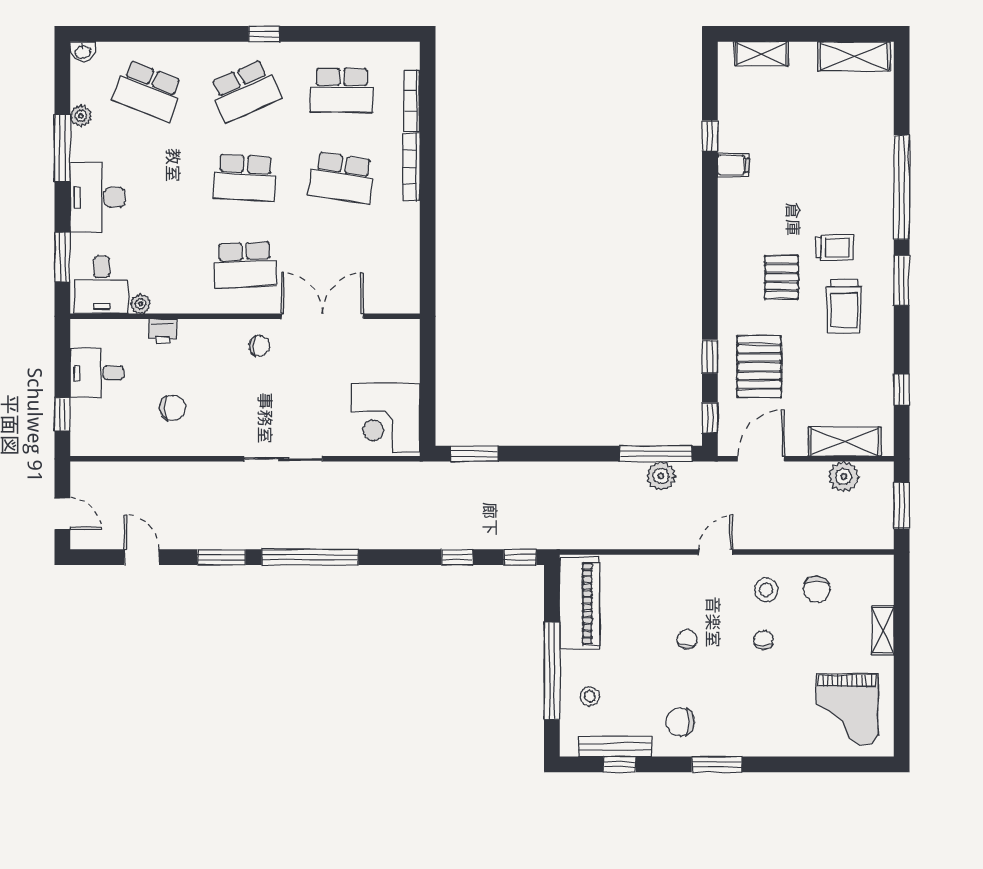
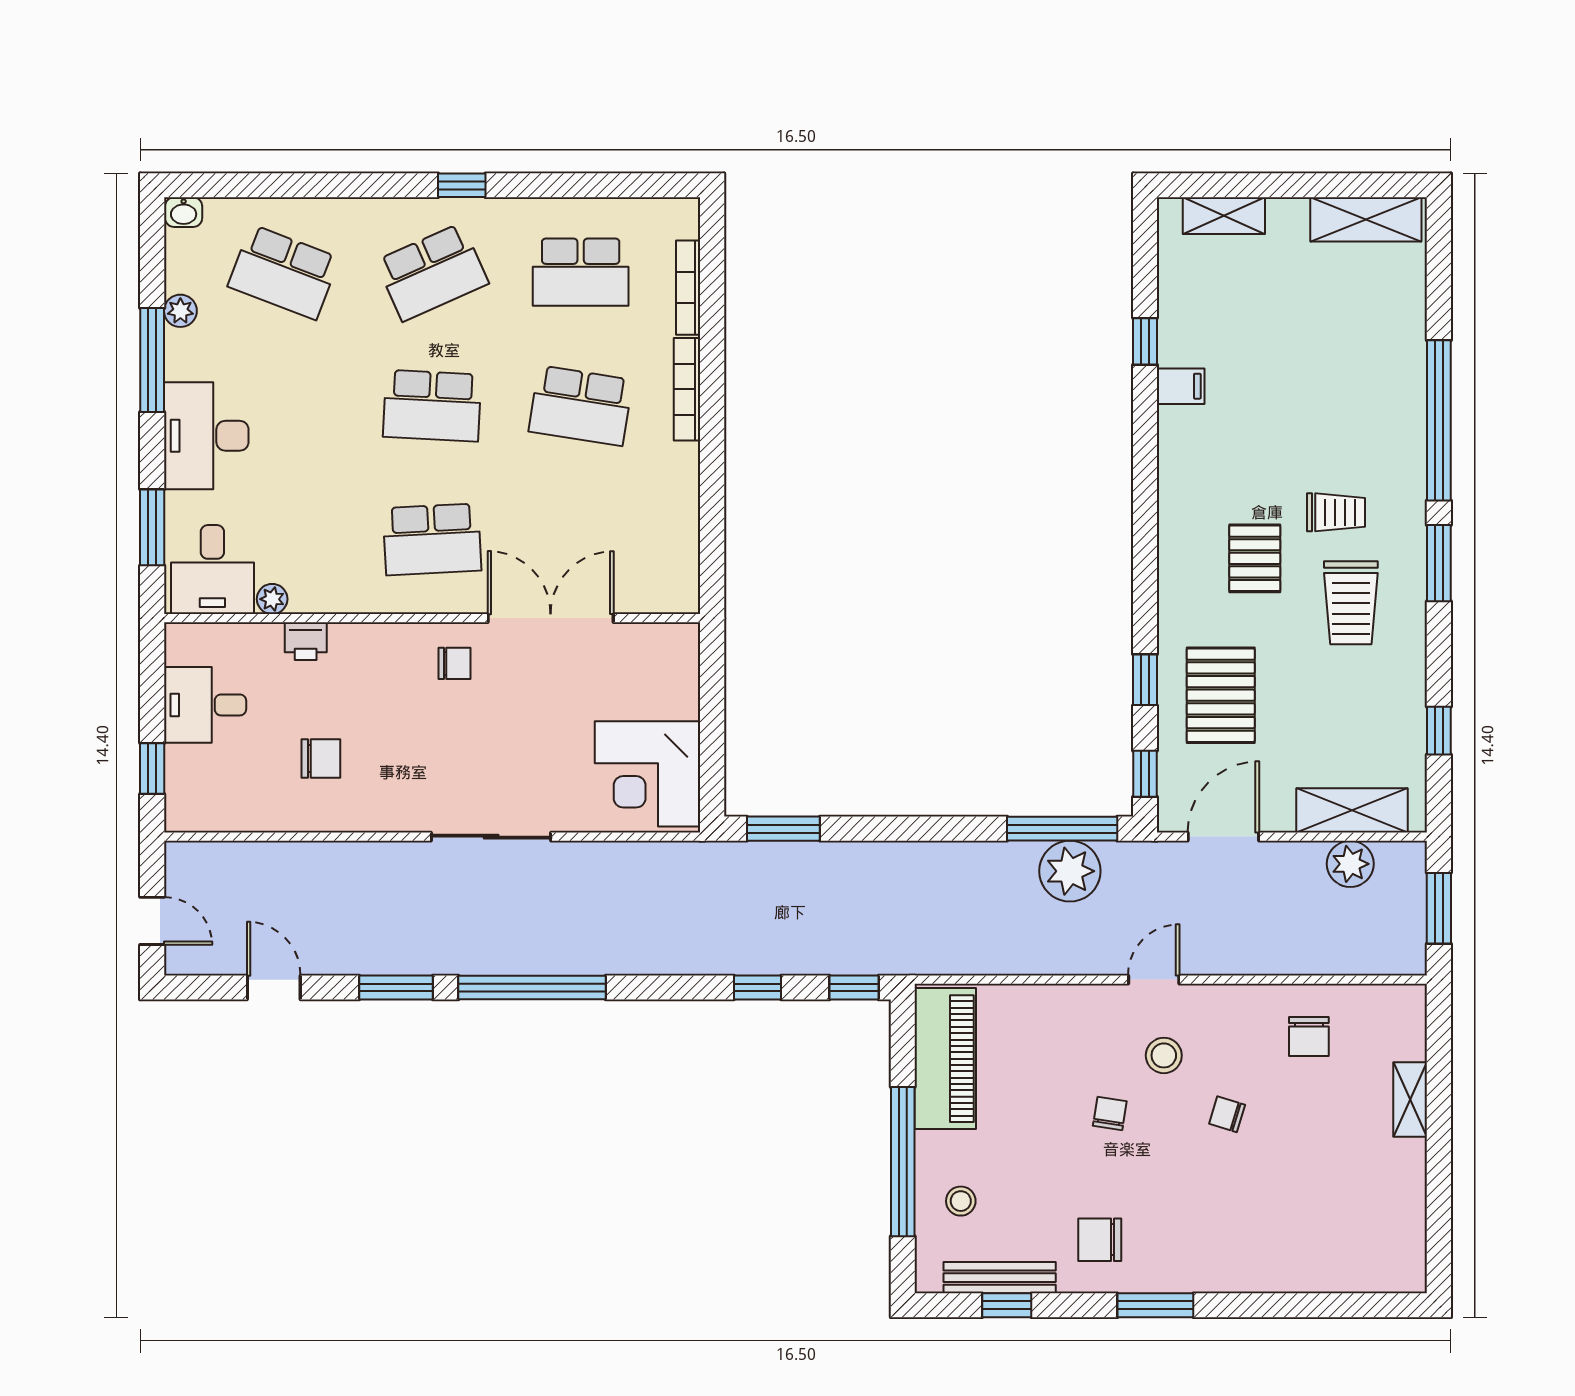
plant: (661, 476) -> (1070, 871), width x1.36, depth x1.36
stool: (766, 590) -> (1164, 1055), moved
chair: (763, 640) -> (1227, 1114), turned -73
grand piano: (847, 709) -> (1355, 1221), removed

